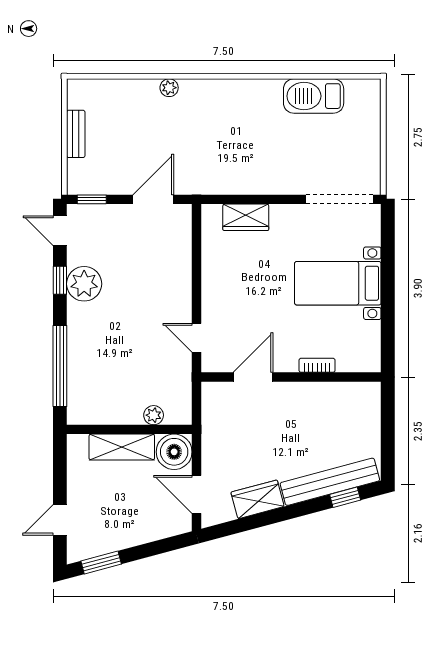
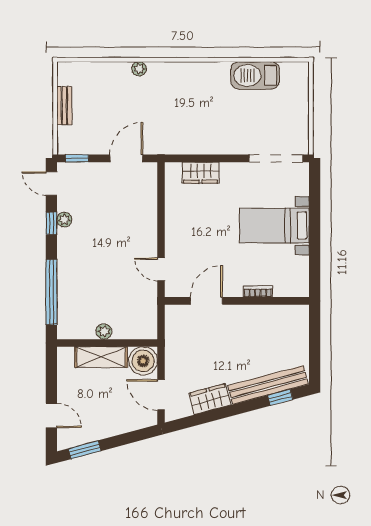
plant: (84, 284) -> (64, 220), width x0.53, depth x0.53
plant: (154, 415) -> (104, 331), moved
door: (60, 520) -> (51, 415), swing flipped

